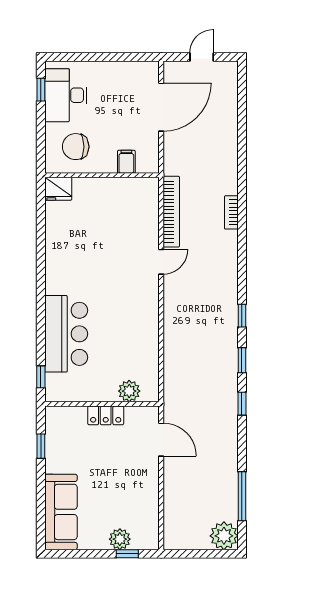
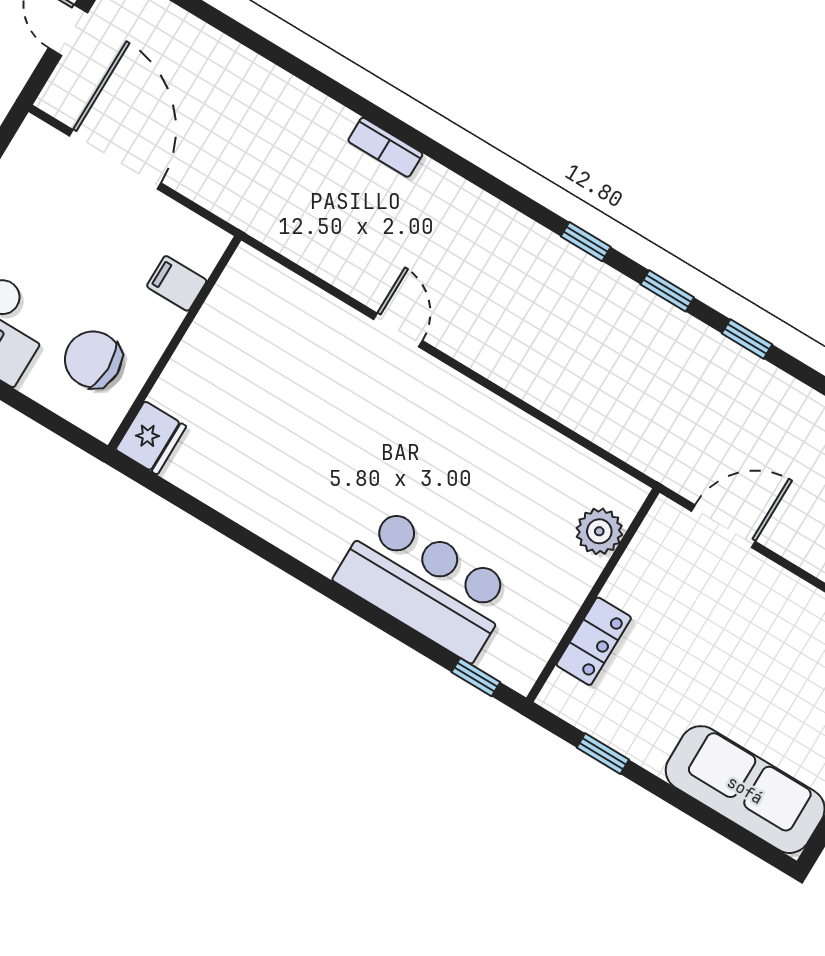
chair: (76, 147) -> (93, 359), turned 90
bookcase: (171, 212) -> (317, 256), removed
locker: (106, 415) -> (594, 641), moved

